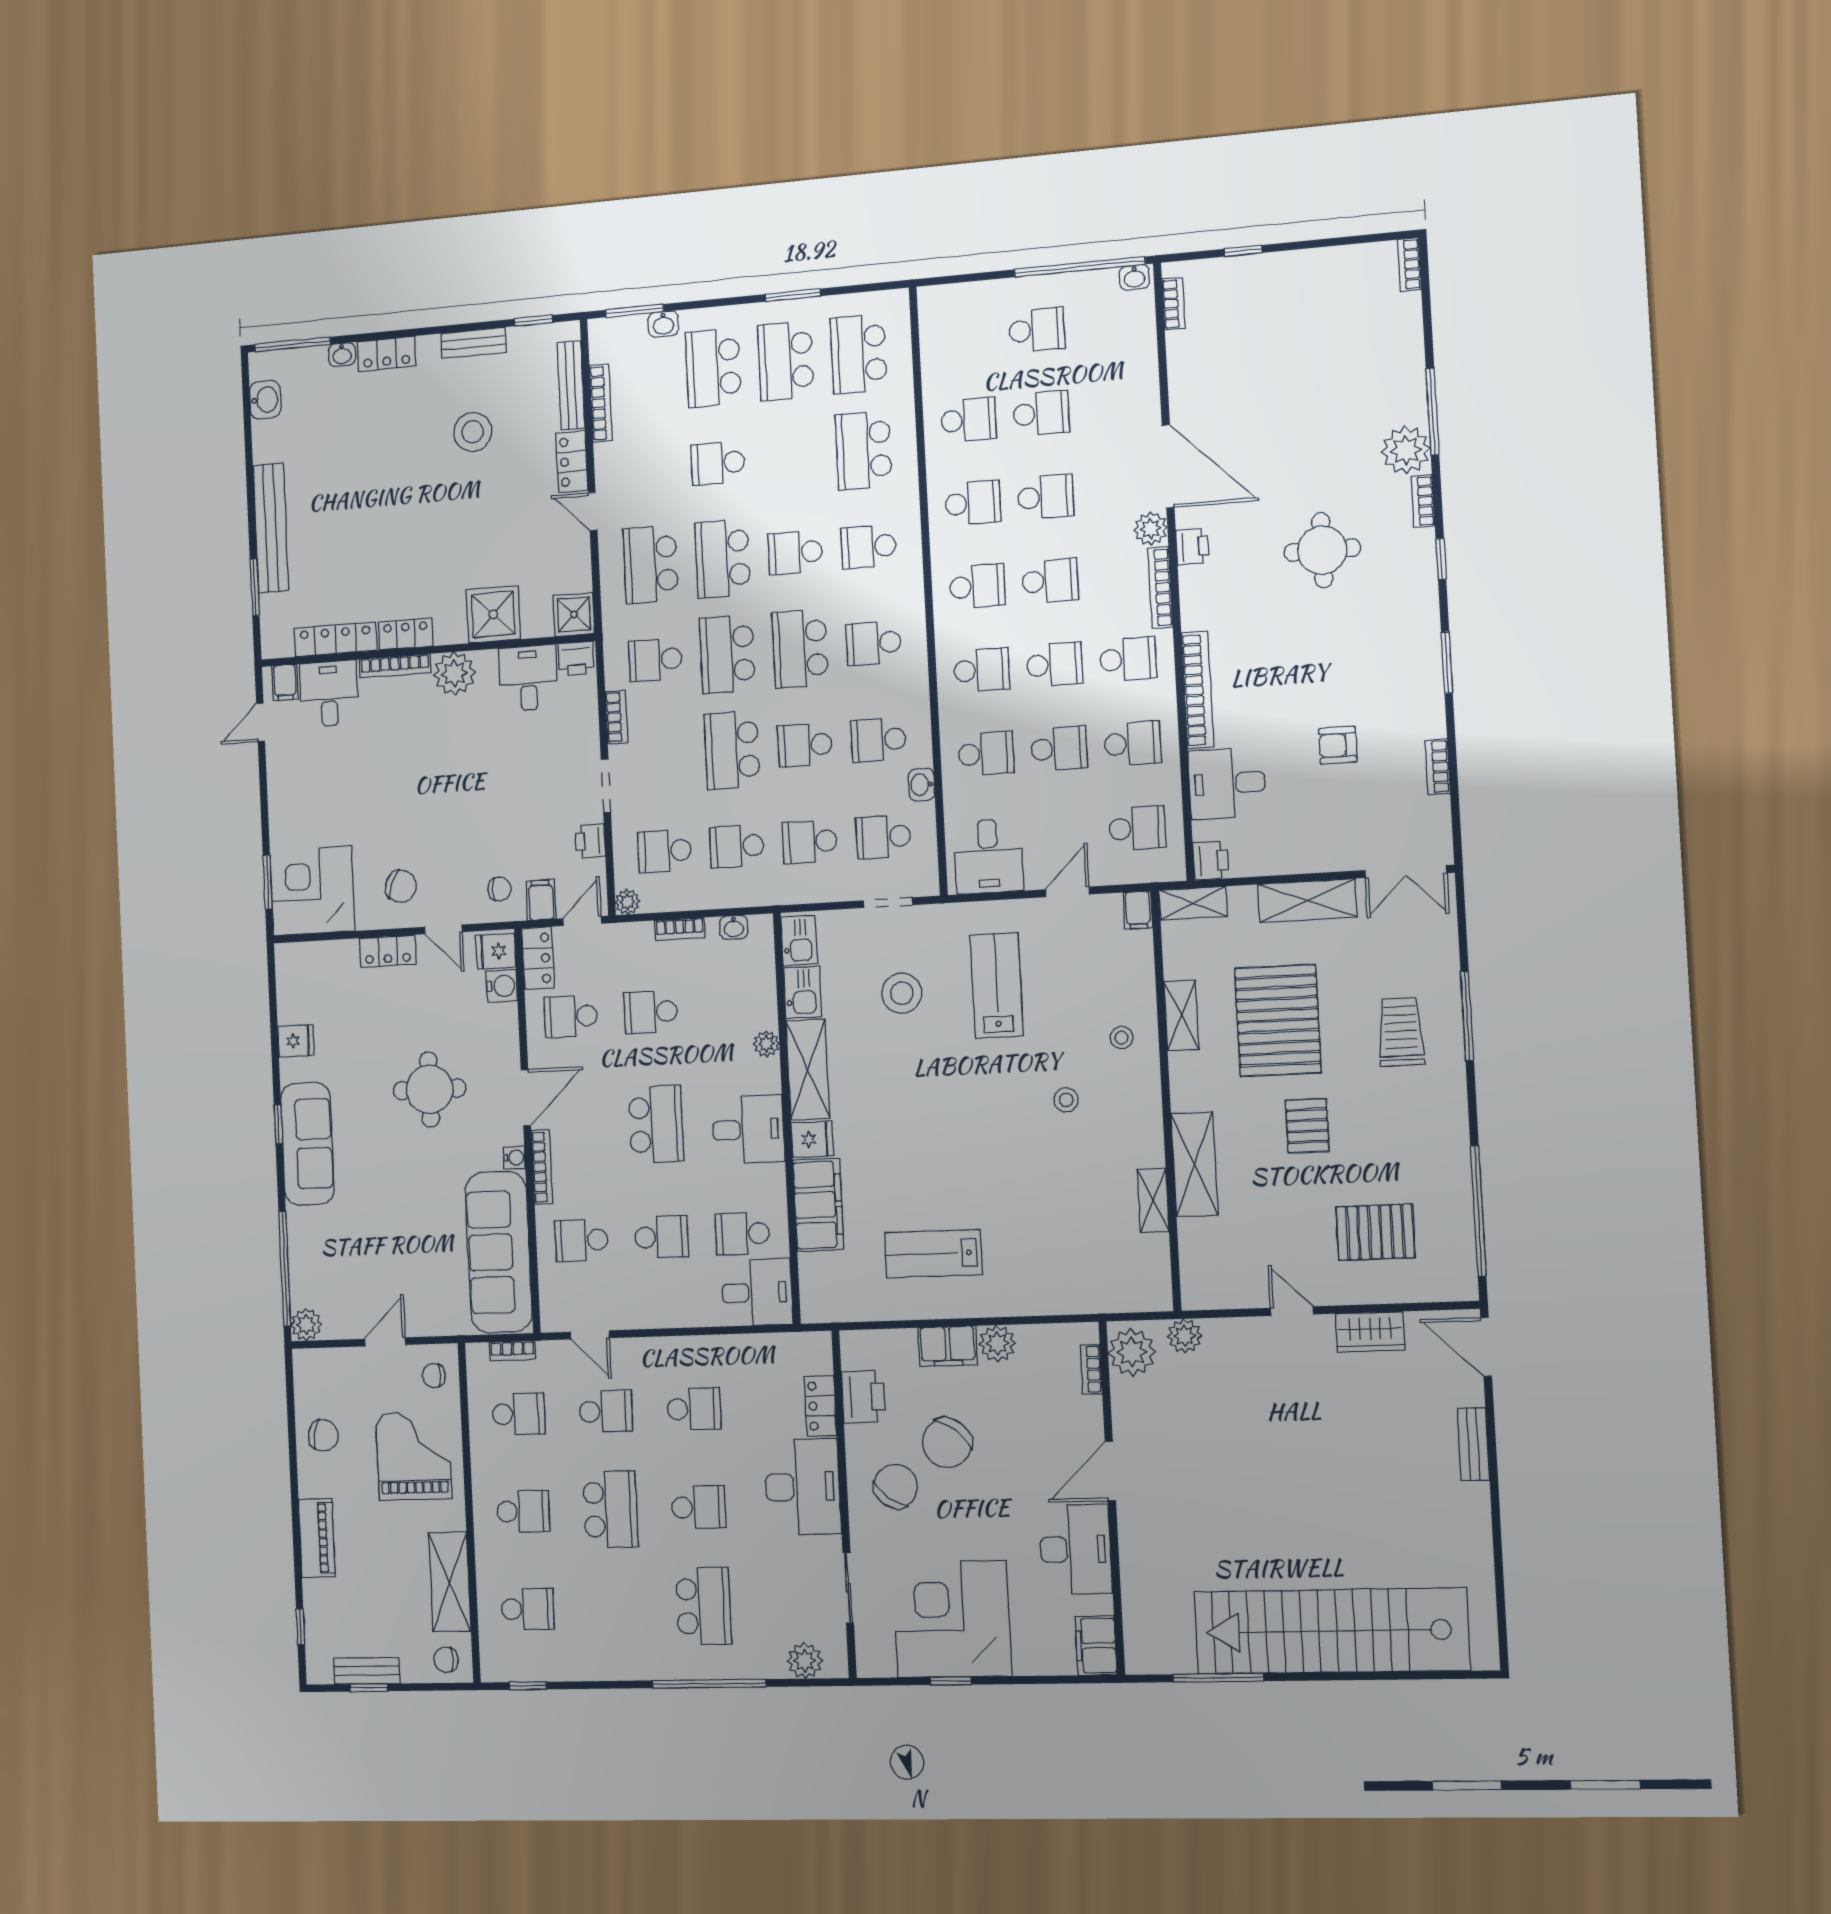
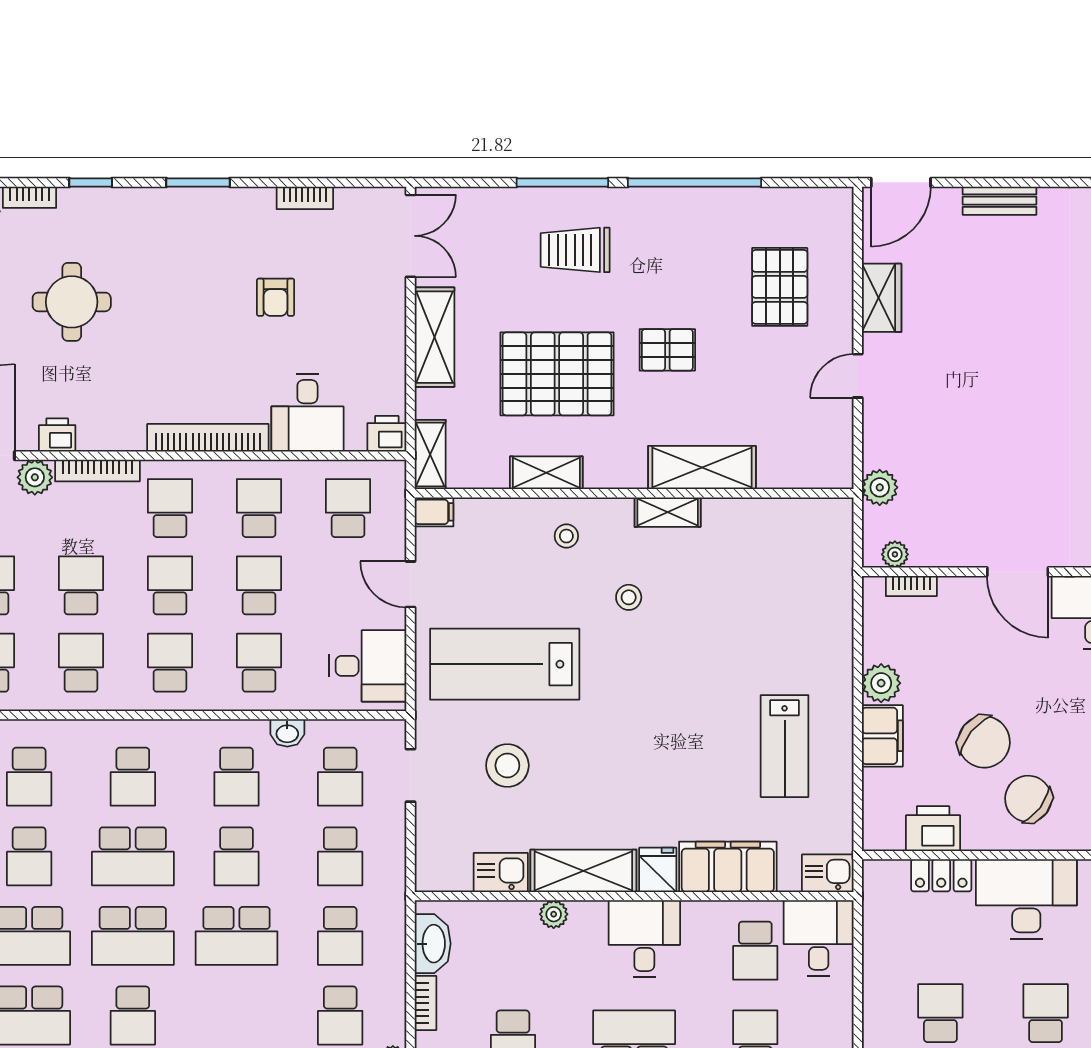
washbasin: (734, 927) -> (433, 944), width x1.91, depth x1.45
kitchen sink: (799, 940) -> (828, 873), moved
lab bench: (997, 985) -> (505, 664), width x1.36, depth x1.39
shelving: (1153, 1200) -> (668, 512), moved
window: (1478, 1211) -> (694, 182), moved
plant: (1132, 1352) -> (895, 554), width x0.53, depth x0.53

